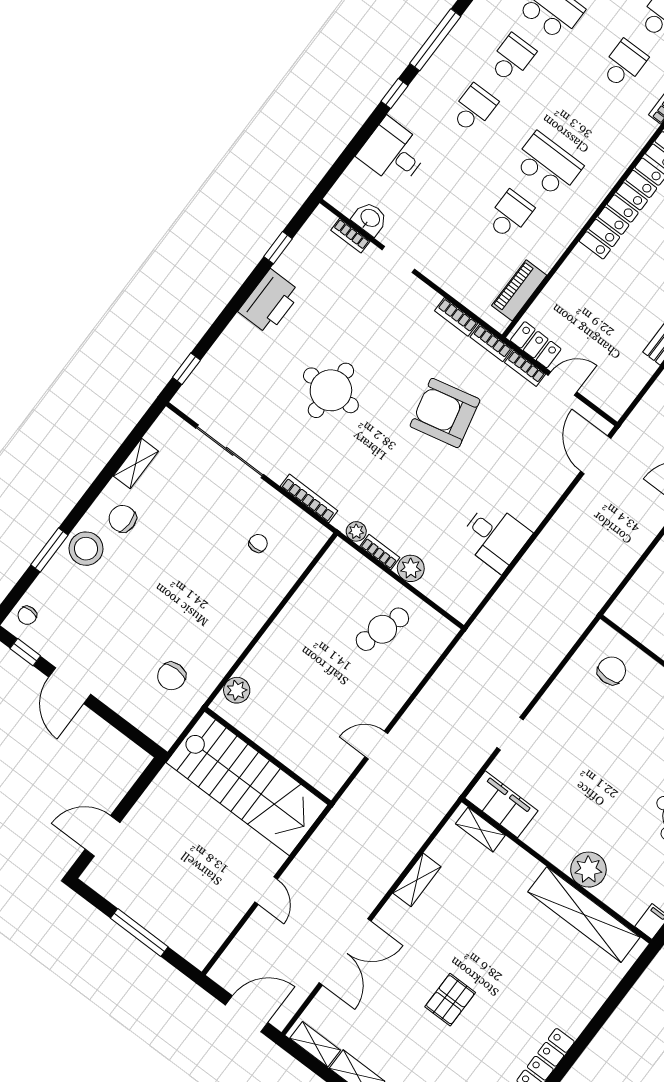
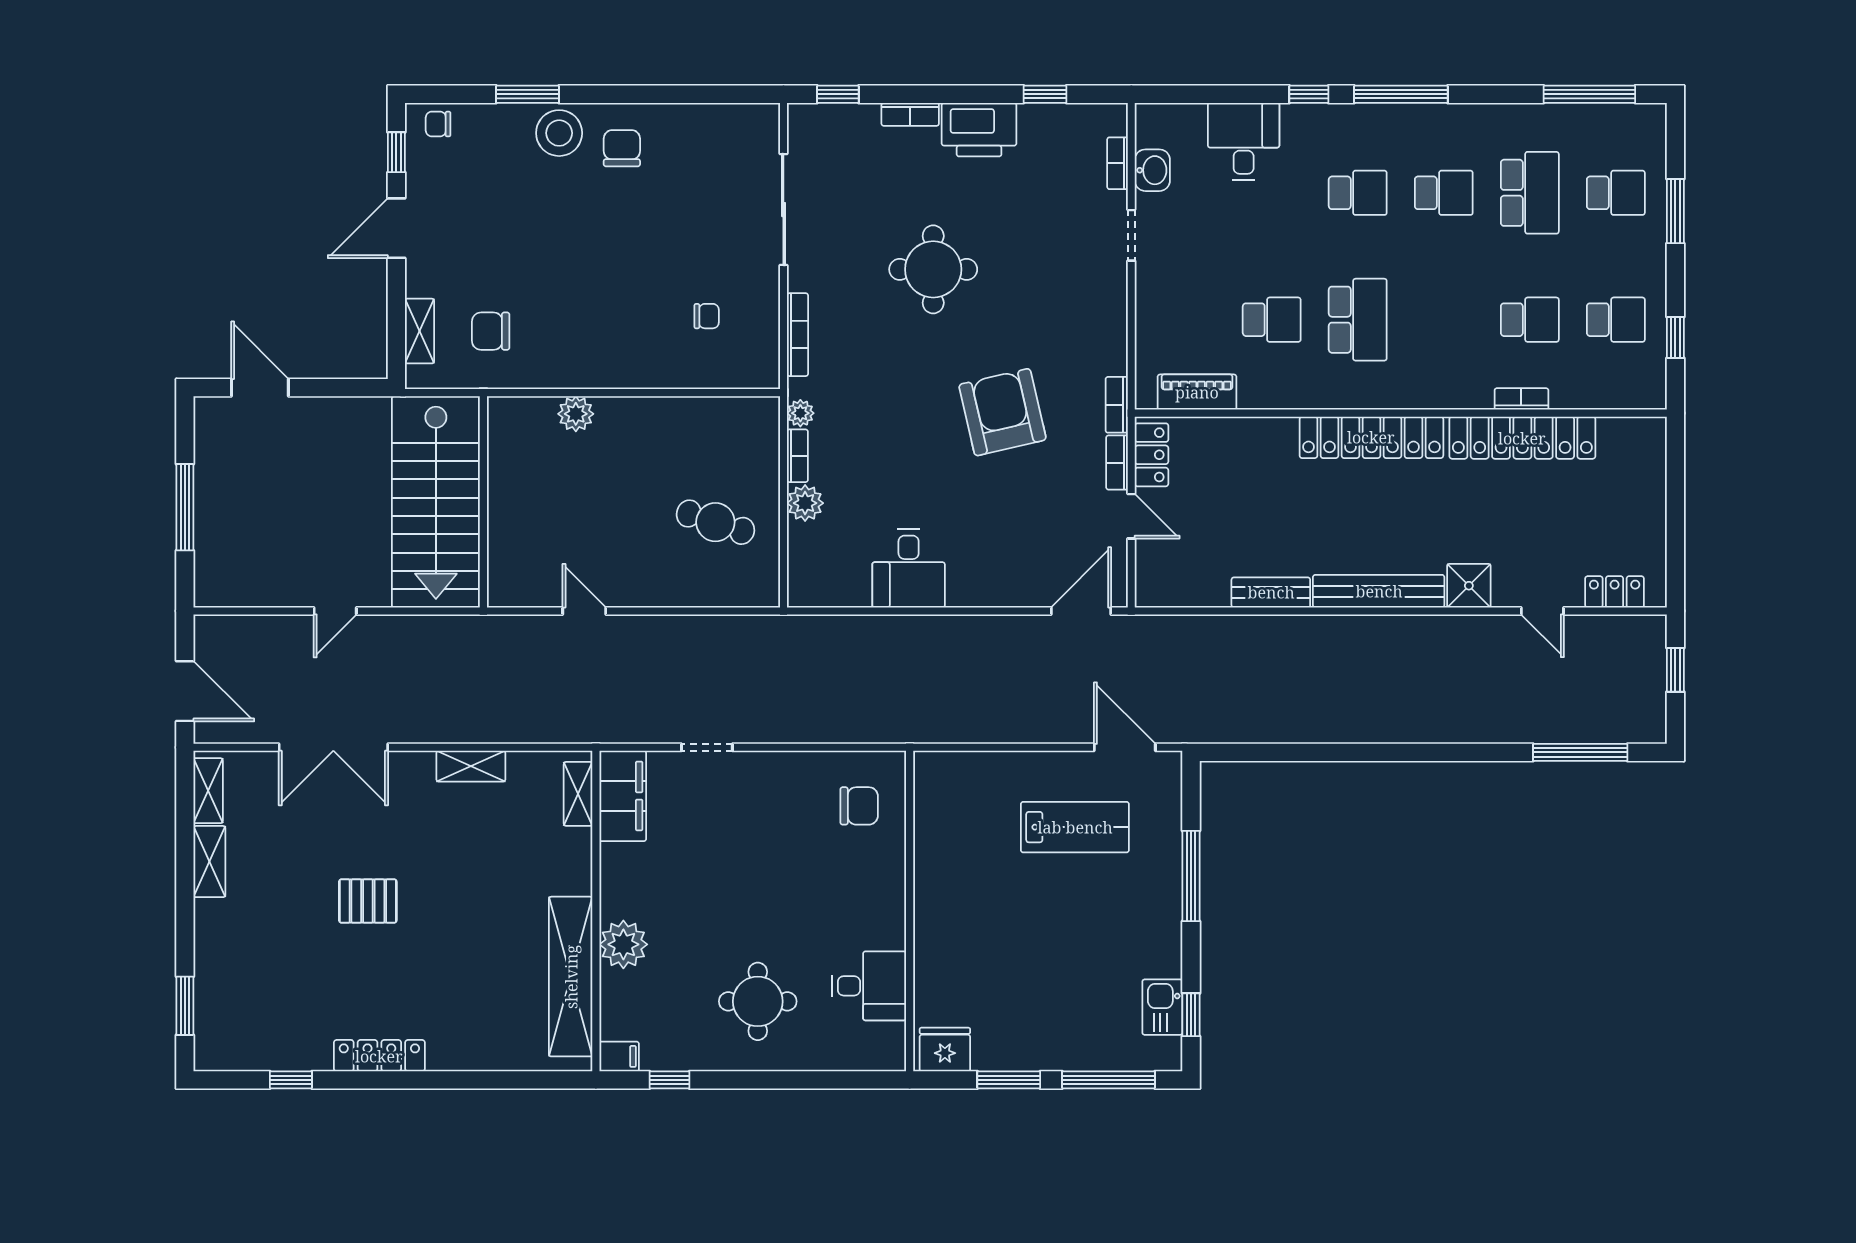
bookcase: (456, 317) -> (910, 114), moved, turned -90
shelving: (136, 464) -> (419, 331), moved, turned 90
plant: (237, 690) -> (576, 414), moved

